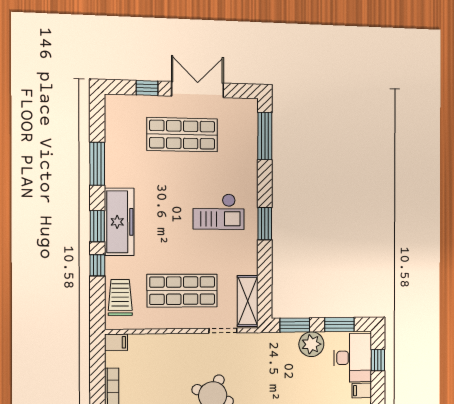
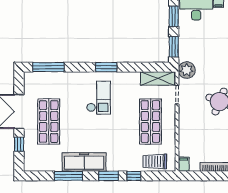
freezer: (119, 222) -> (84, 162), moved
plant: (311, 344) -> (187, 70), moved

